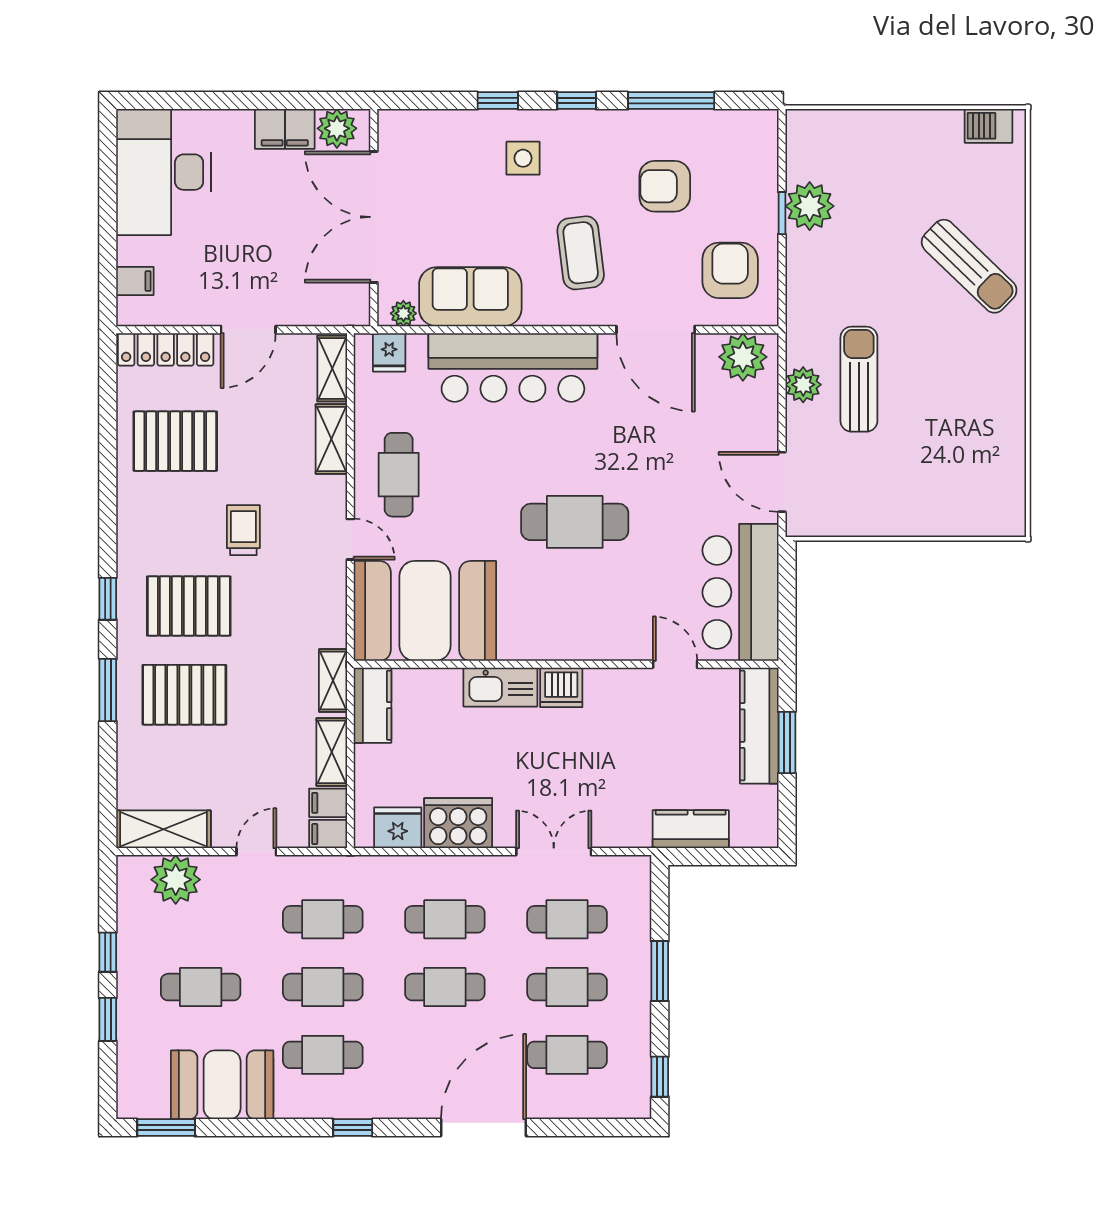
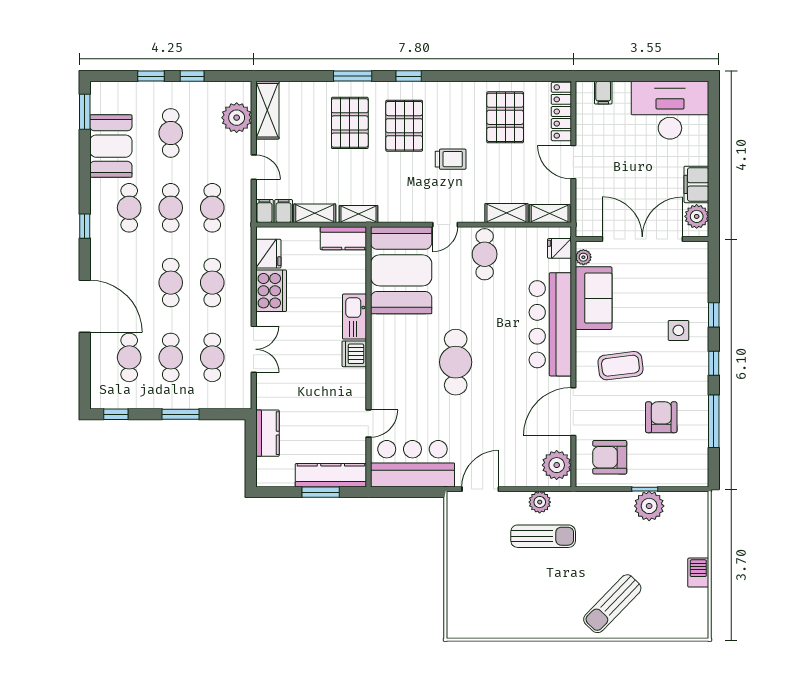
barbecue: (989, 126) -> (698, 573), moved
armchair: (730, 270) -> (610, 457), turned 180
cafe table: (399, 475) -> (485, 254), turned 90

